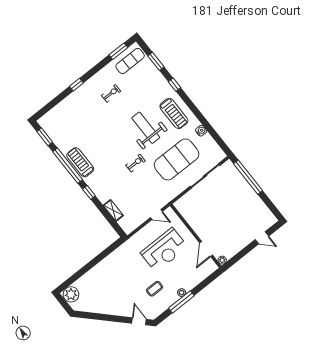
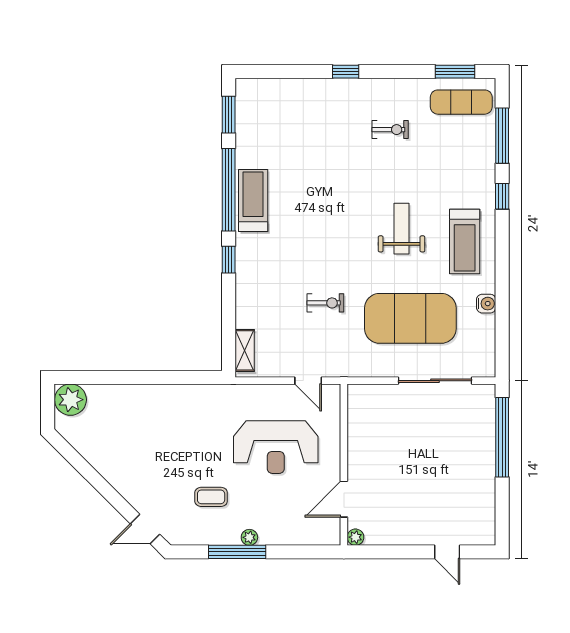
window: (156, 61) -> (502, 136), width x1.44
weight bench: (146, 128) -> (402, 229), width x0.73, depth x0.75
exercise bike: (136, 163) -> (325, 303), moved
shelving: (113, 210) -> (245, 350), moved
door: (139, 321) -> (145, 529), swing flipped

